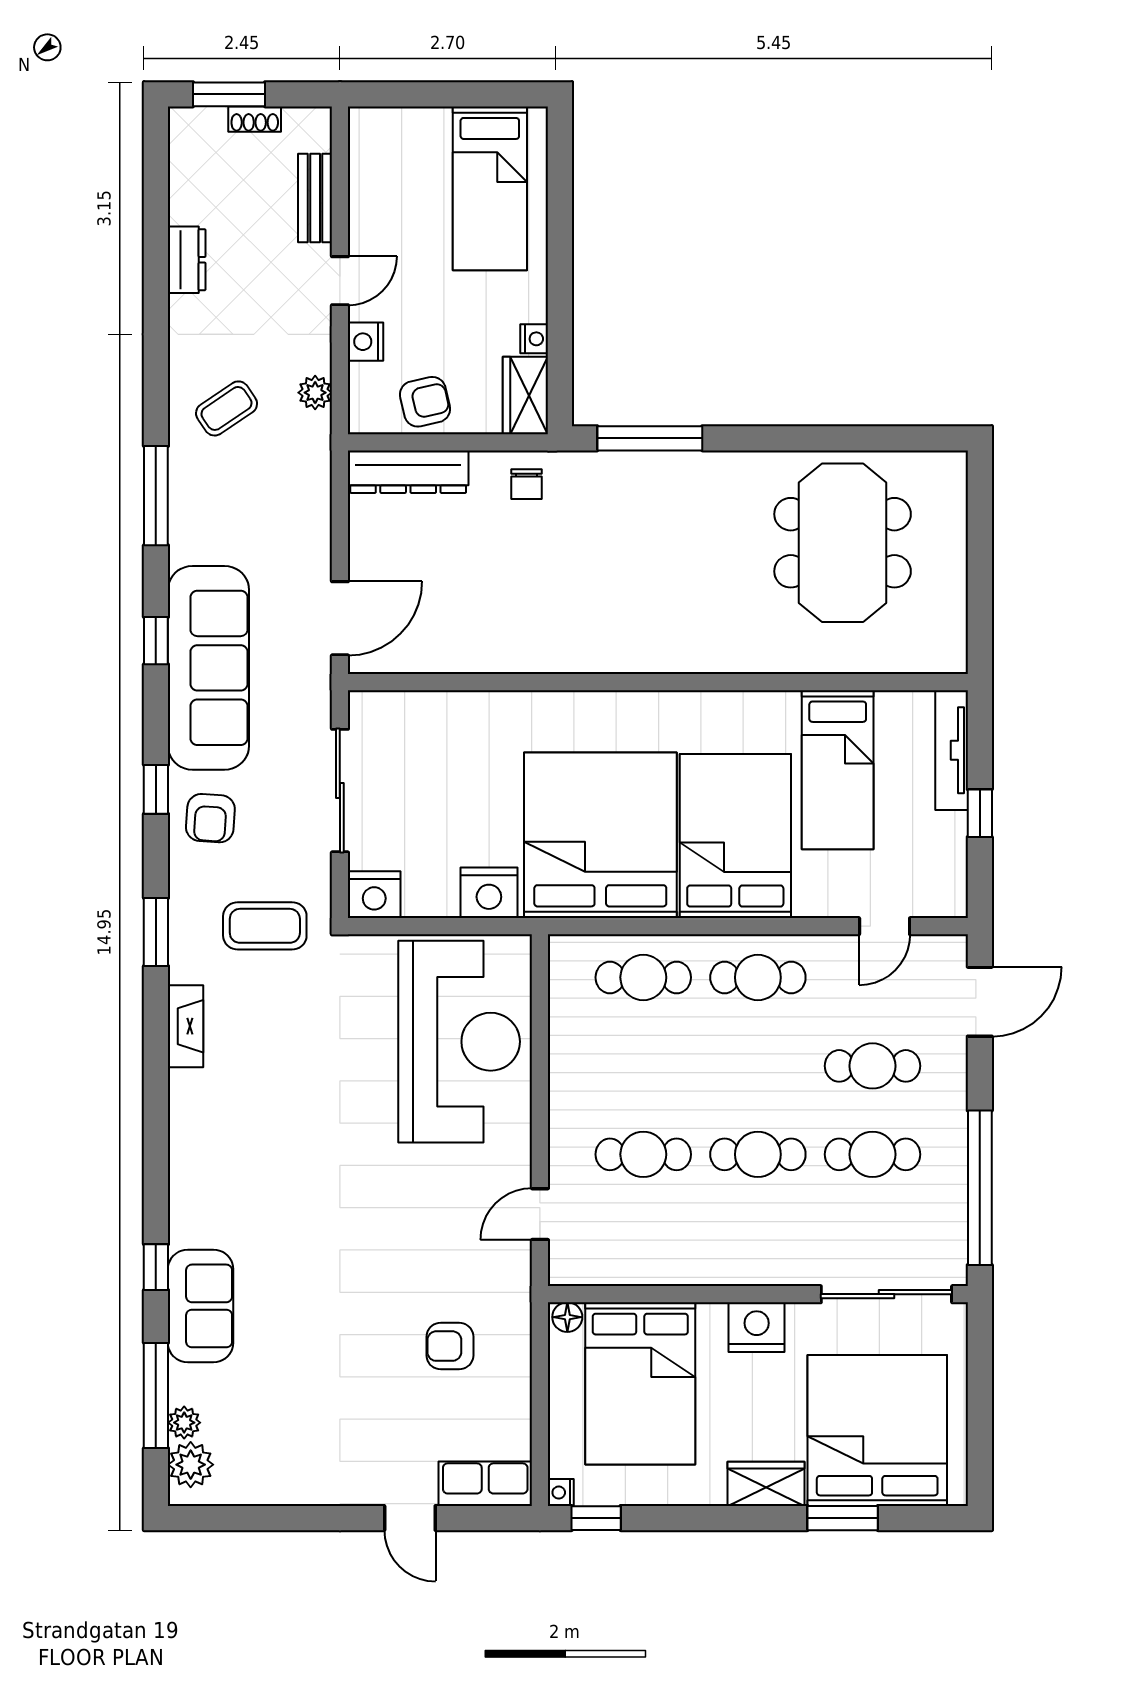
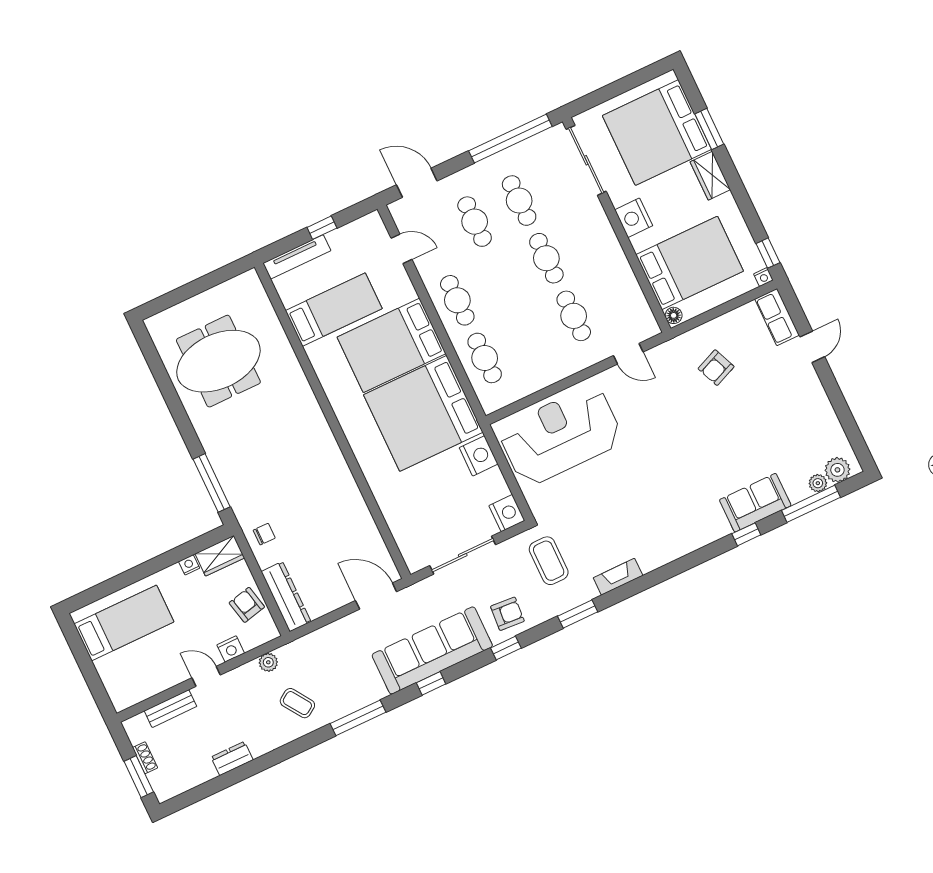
armchair: (450, 1346) -> (716, 368), turned 67

